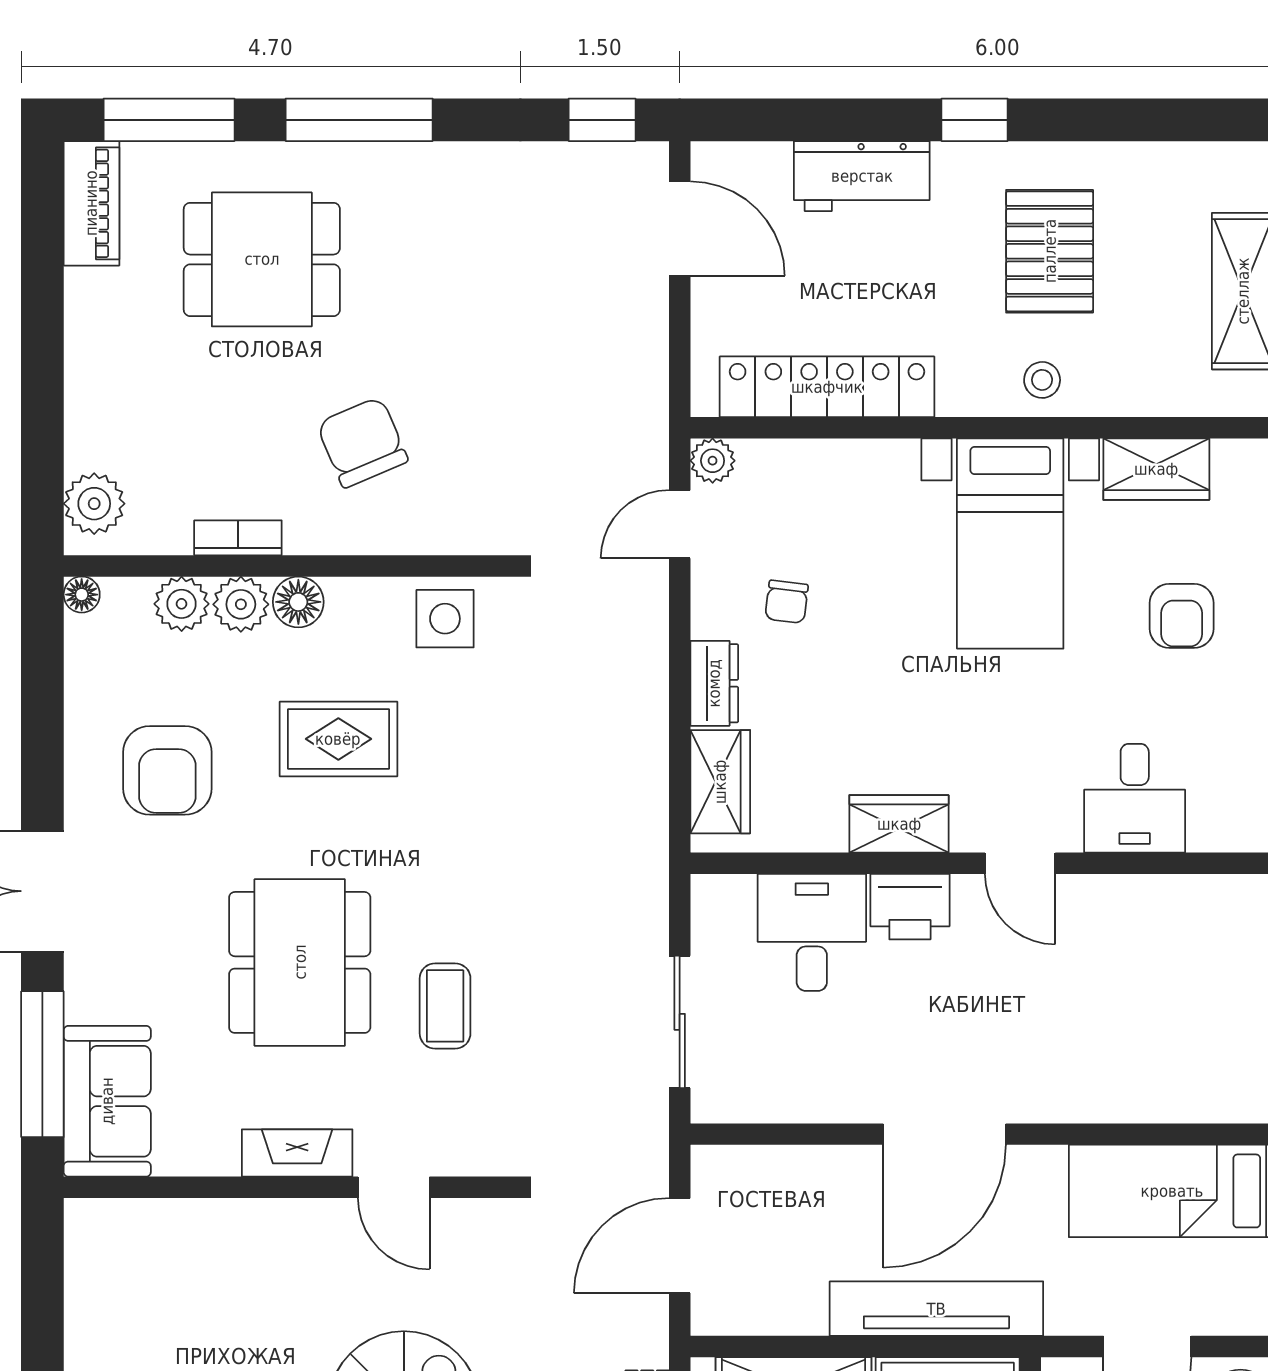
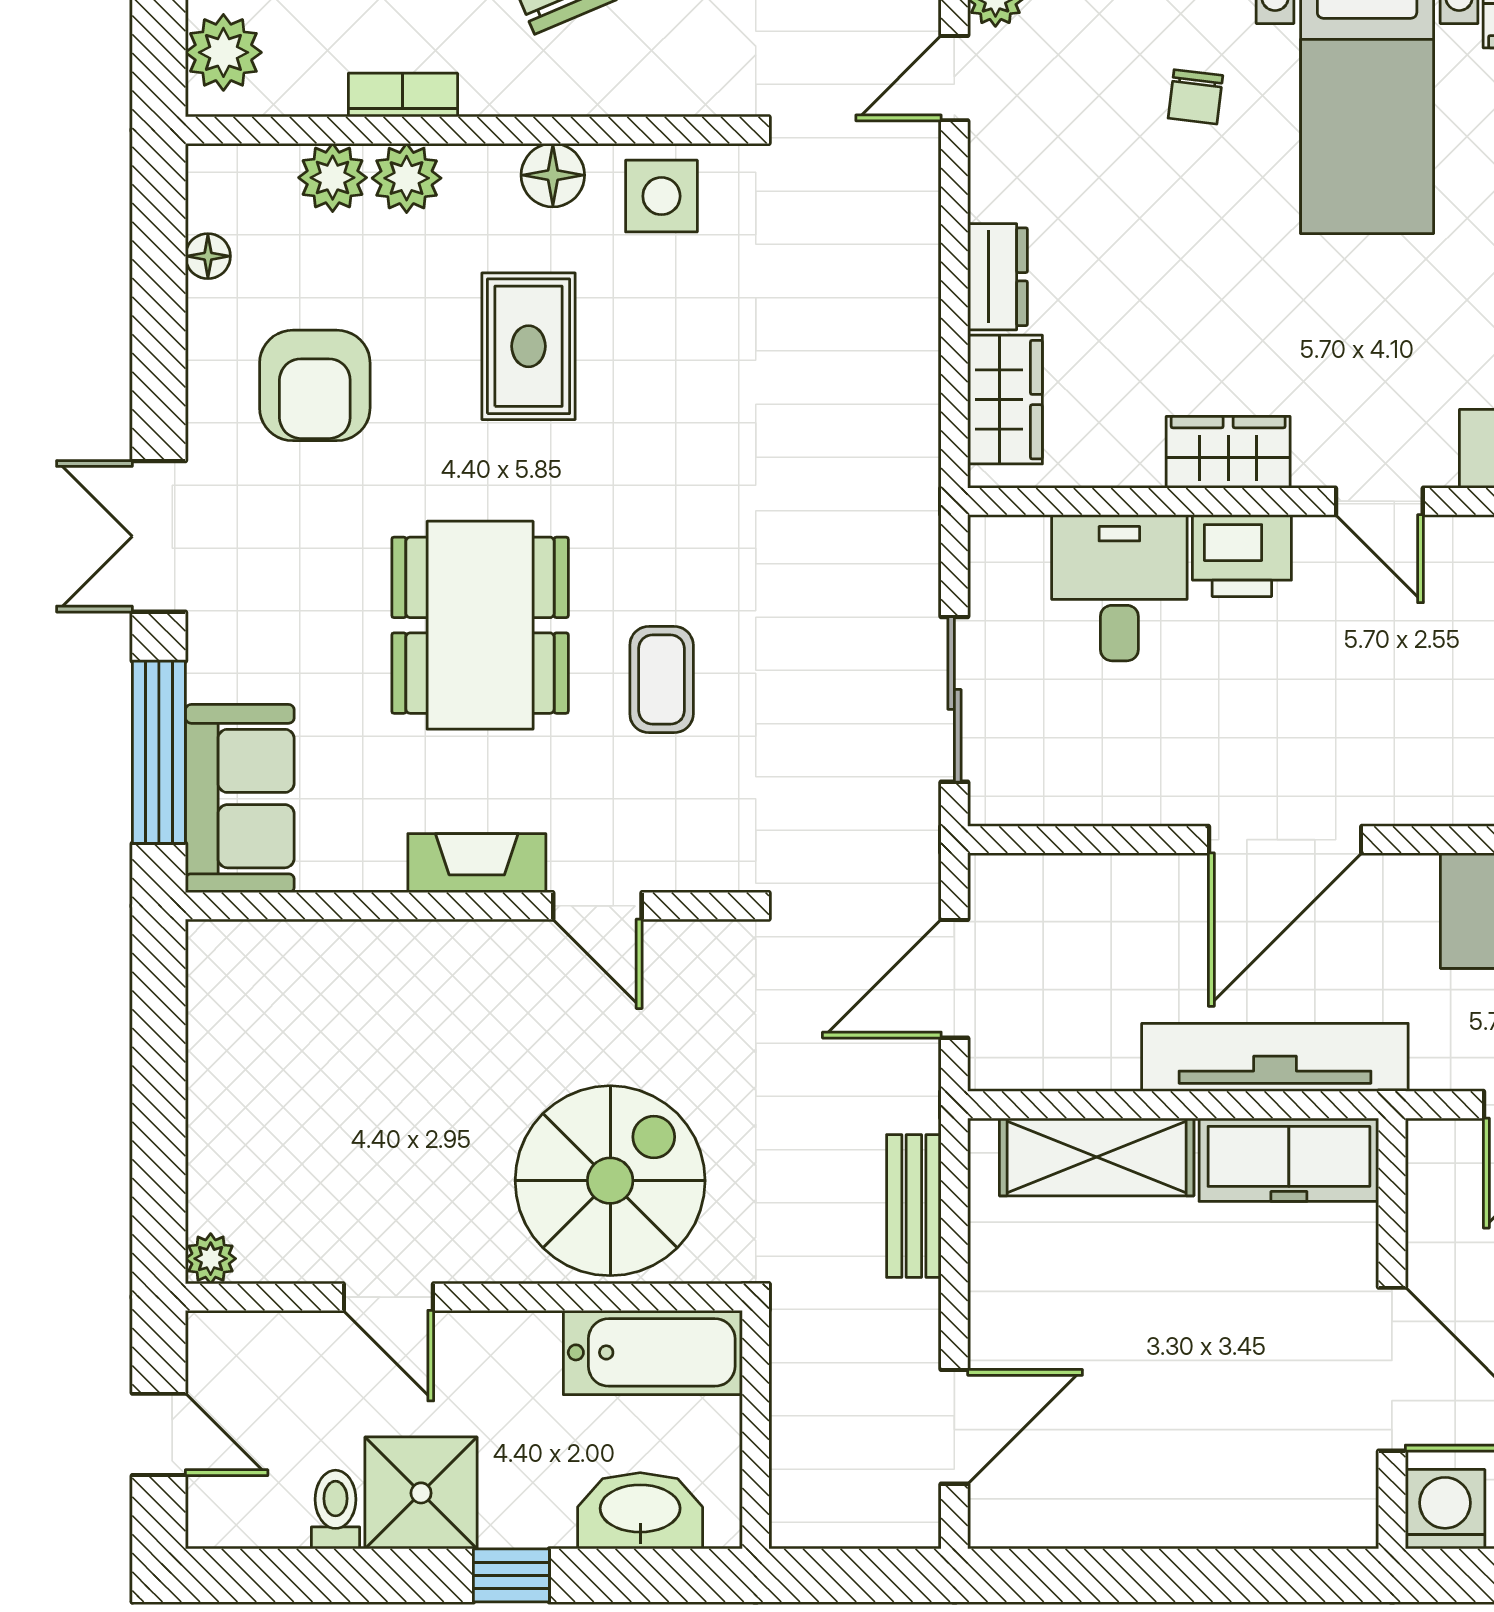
floor lamp: (82, 595) -> (208, 256), moved
floor lamp: (298, 602) -> (553, 175), moved
chair: (787, 602) -> (1195, 97), moved
rug: (338, 739) -> (528, 346), turned 90

